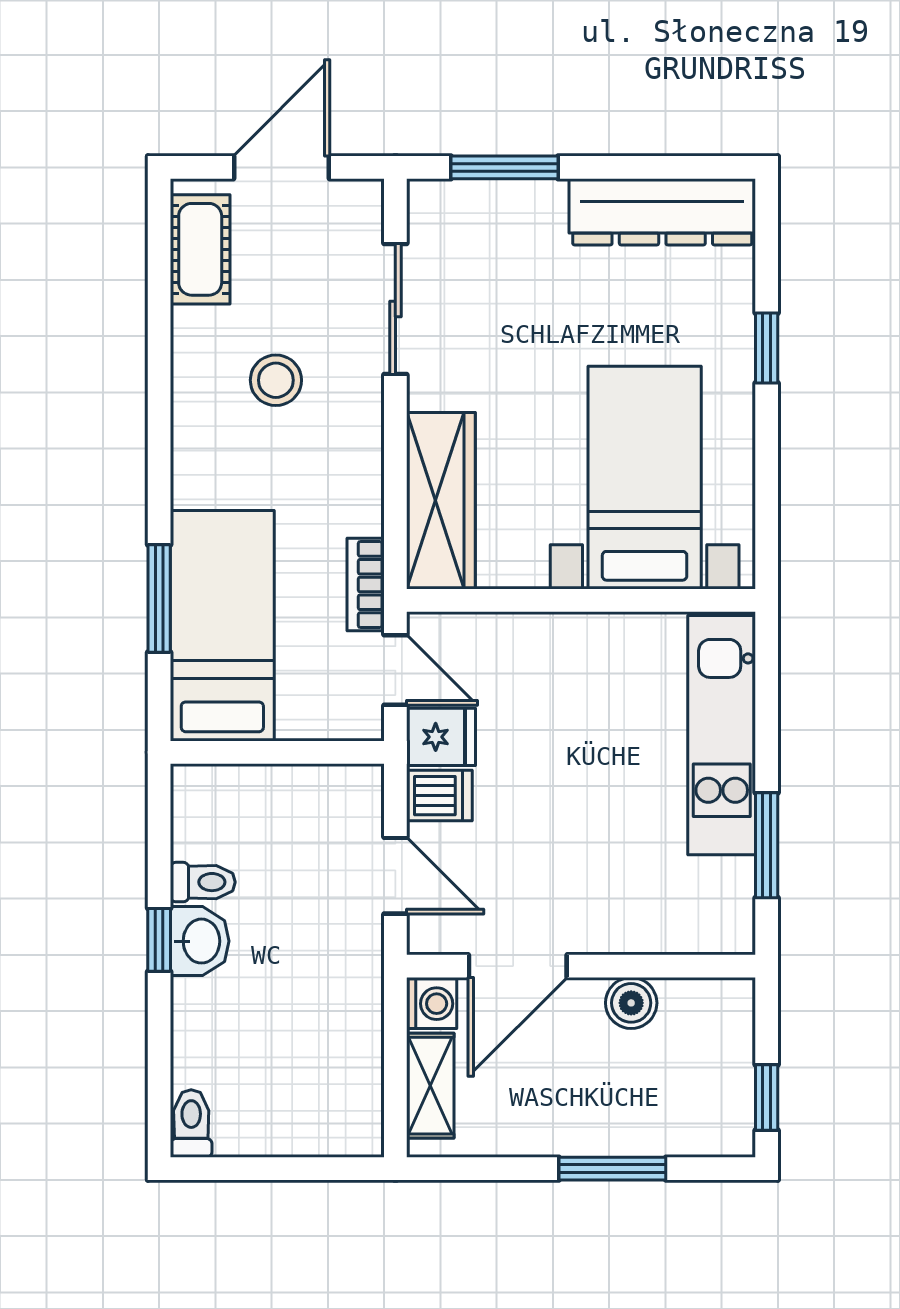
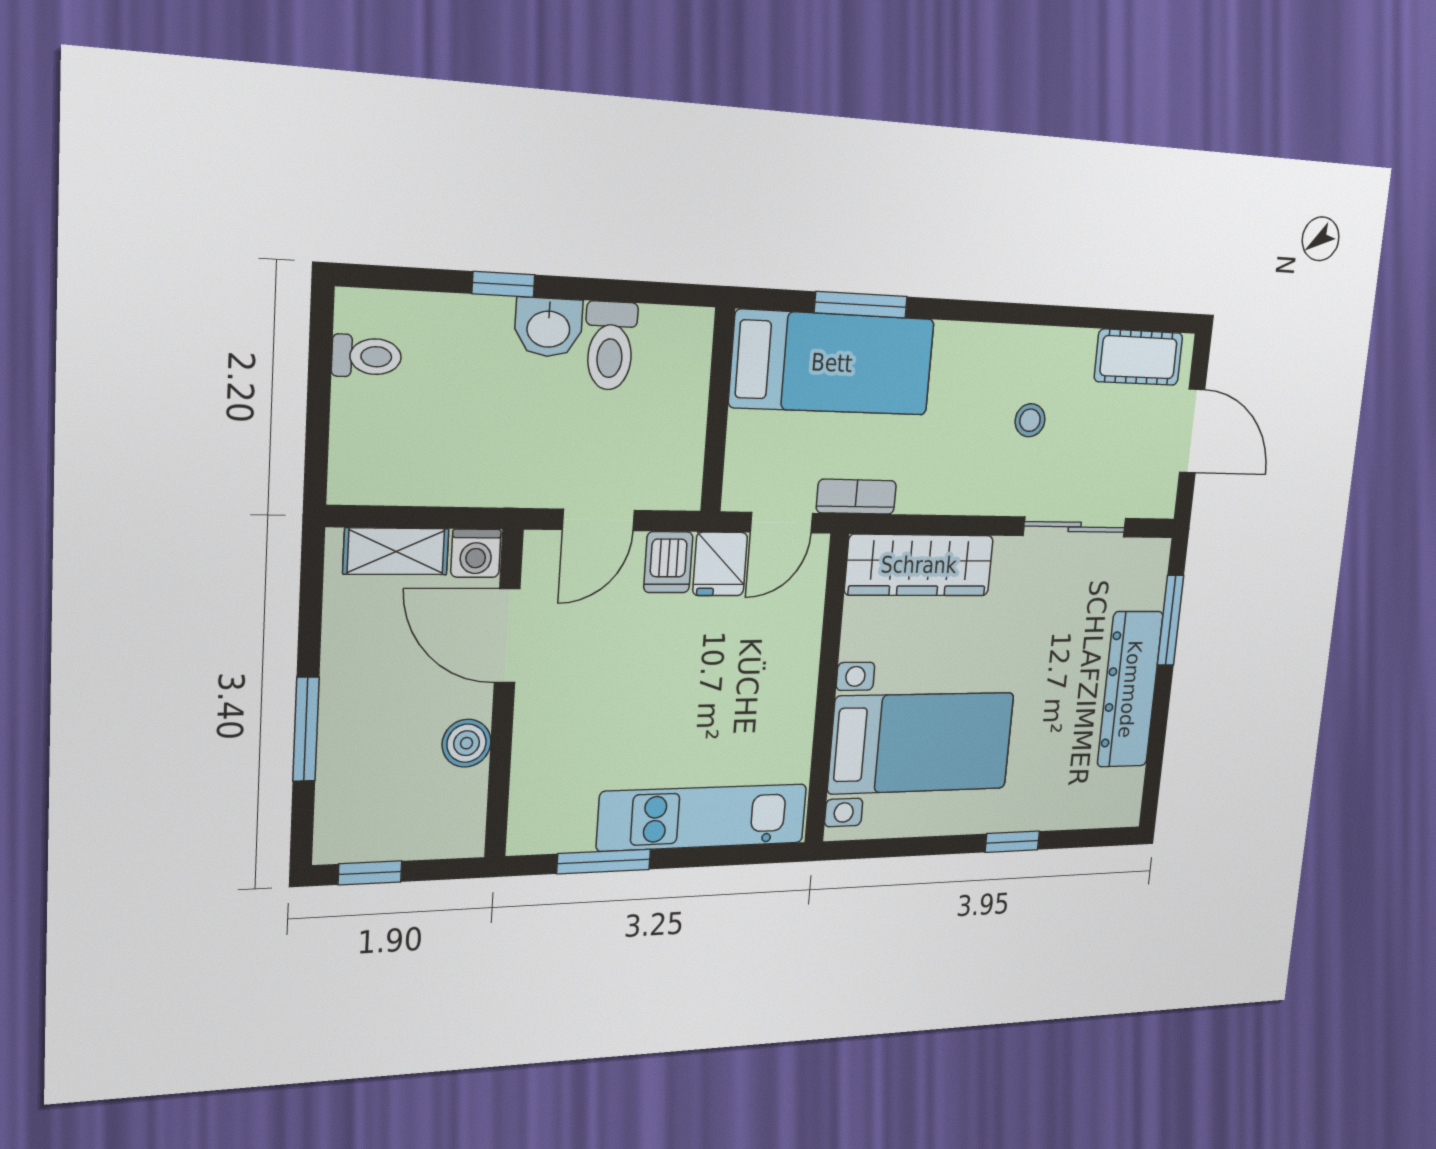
dresser: (662, 212) -> (1130, 689), moved
stool: (276, 380) -> (1030, 420), width x0.73, depth x0.73
toilet: (203, 882) -> (610, 346), width x1.37, depth x1.39
window: (159, 940) -> (503, 284), moved
toilet: (191, 1124) -> (367, 356), moved

